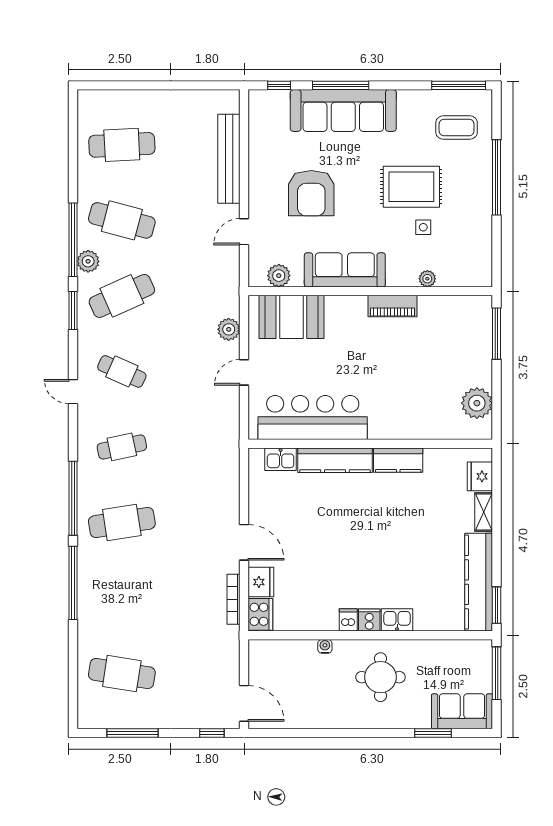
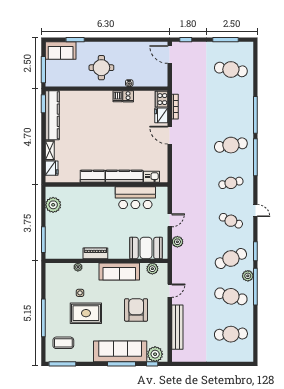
plant: (273, 105) -> (155, 354), added
bar counter: (313, 418) -> (135, 198), width x0.73
cooker: (369, 620) -> (128, 96), moved
kitchen sink: (397, 620) -> (93, 96), removed

